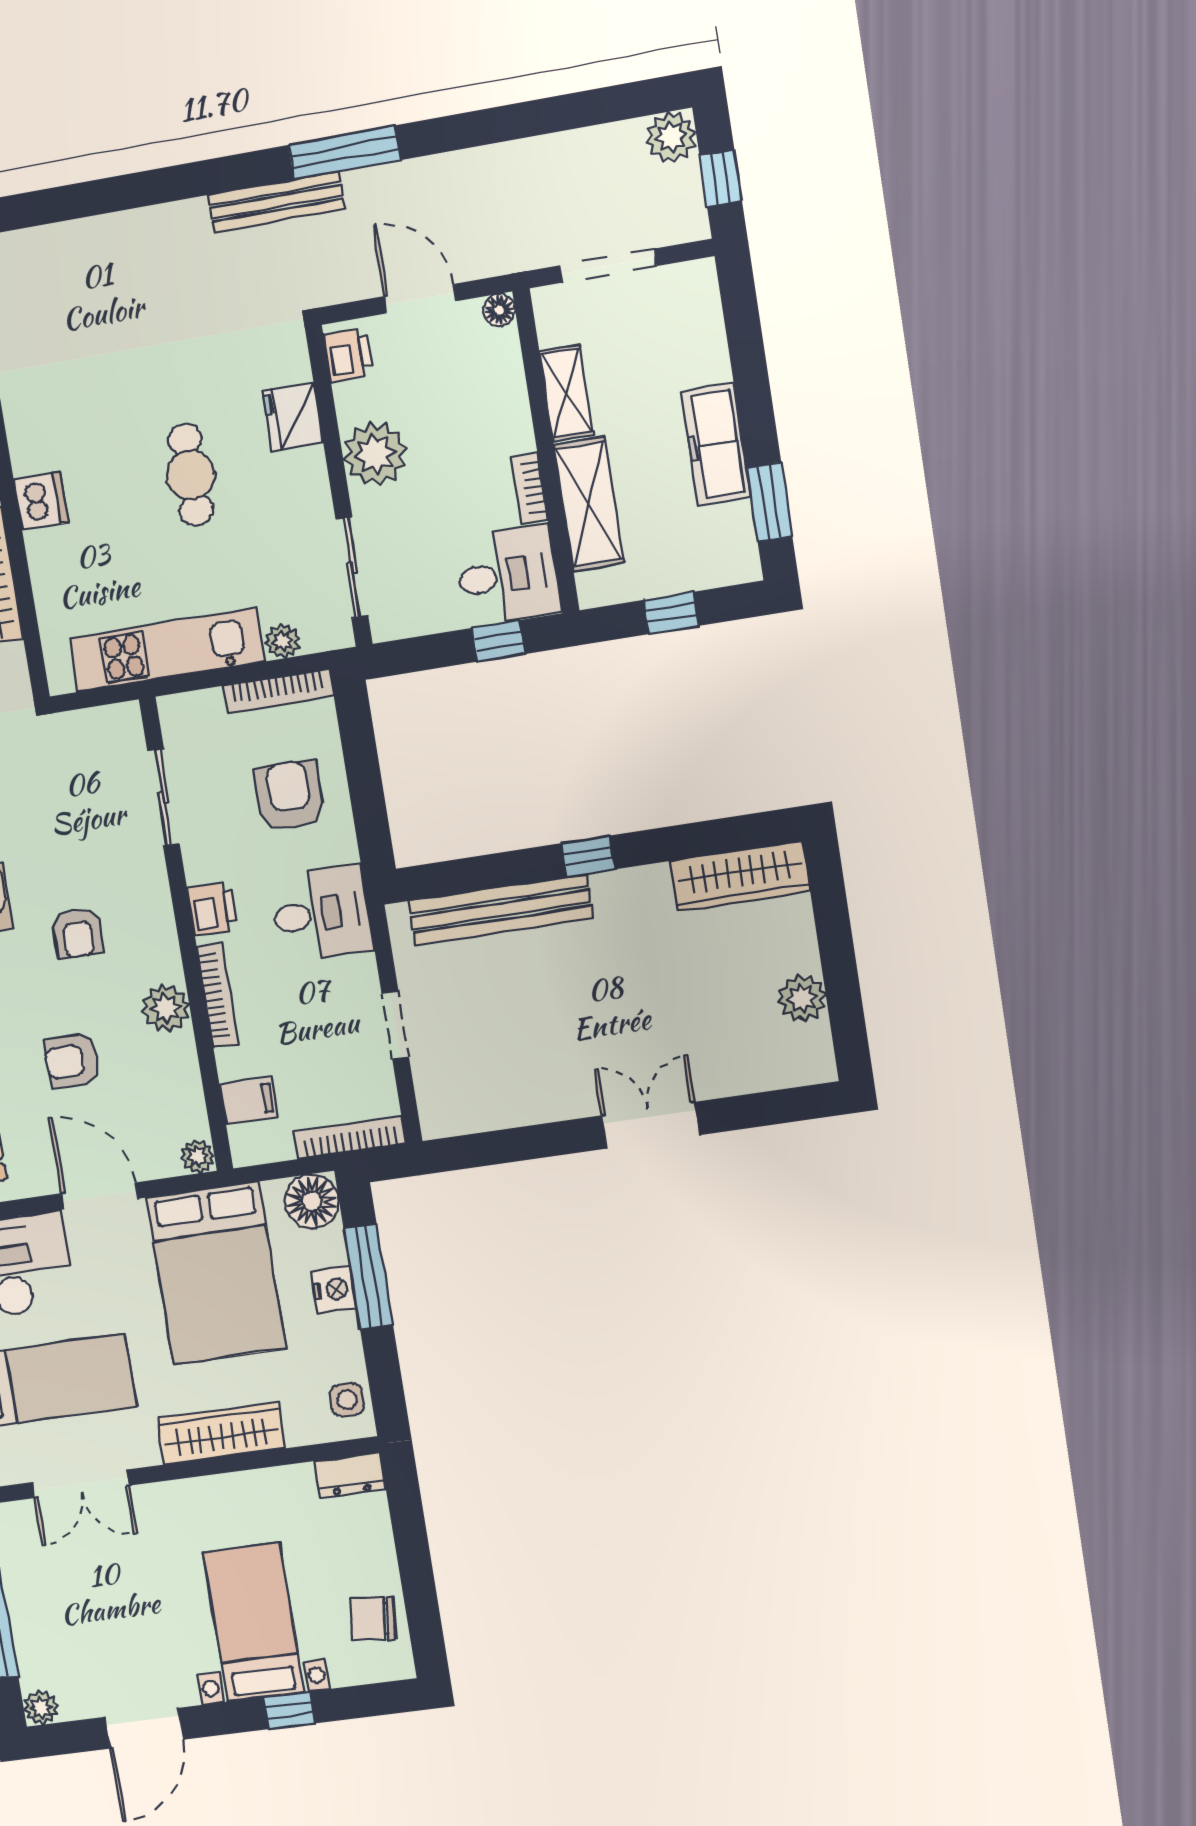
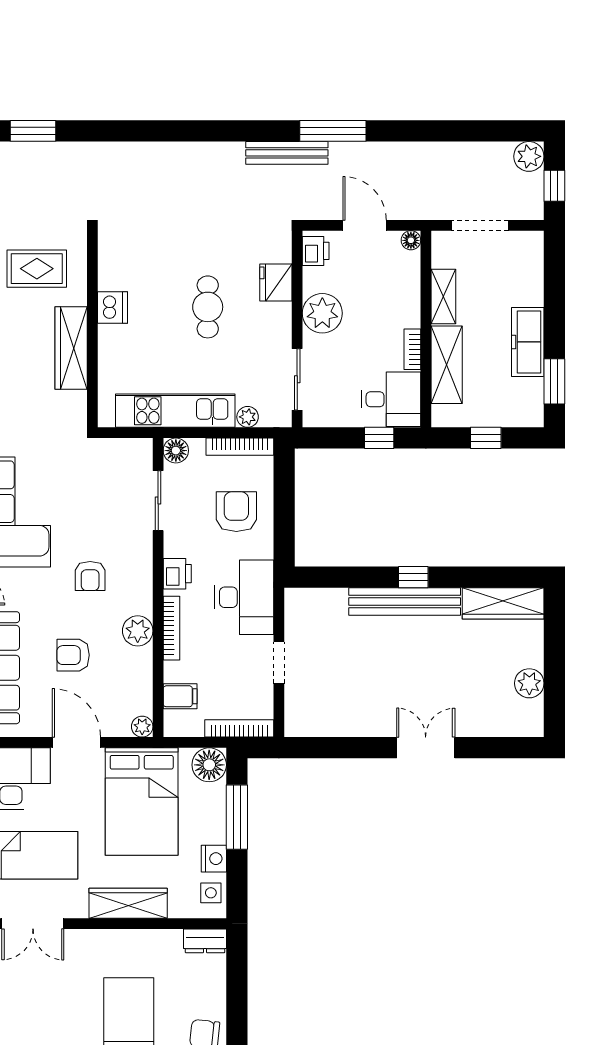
floor lamp: (178, 713) -> (176, 451), added
bench: (501, 910) -> (405, 601), moved
desk: (321, 914) -> (244, 597), width x1.37
nightstand: (334, 1289) -> (214, 859), moved

